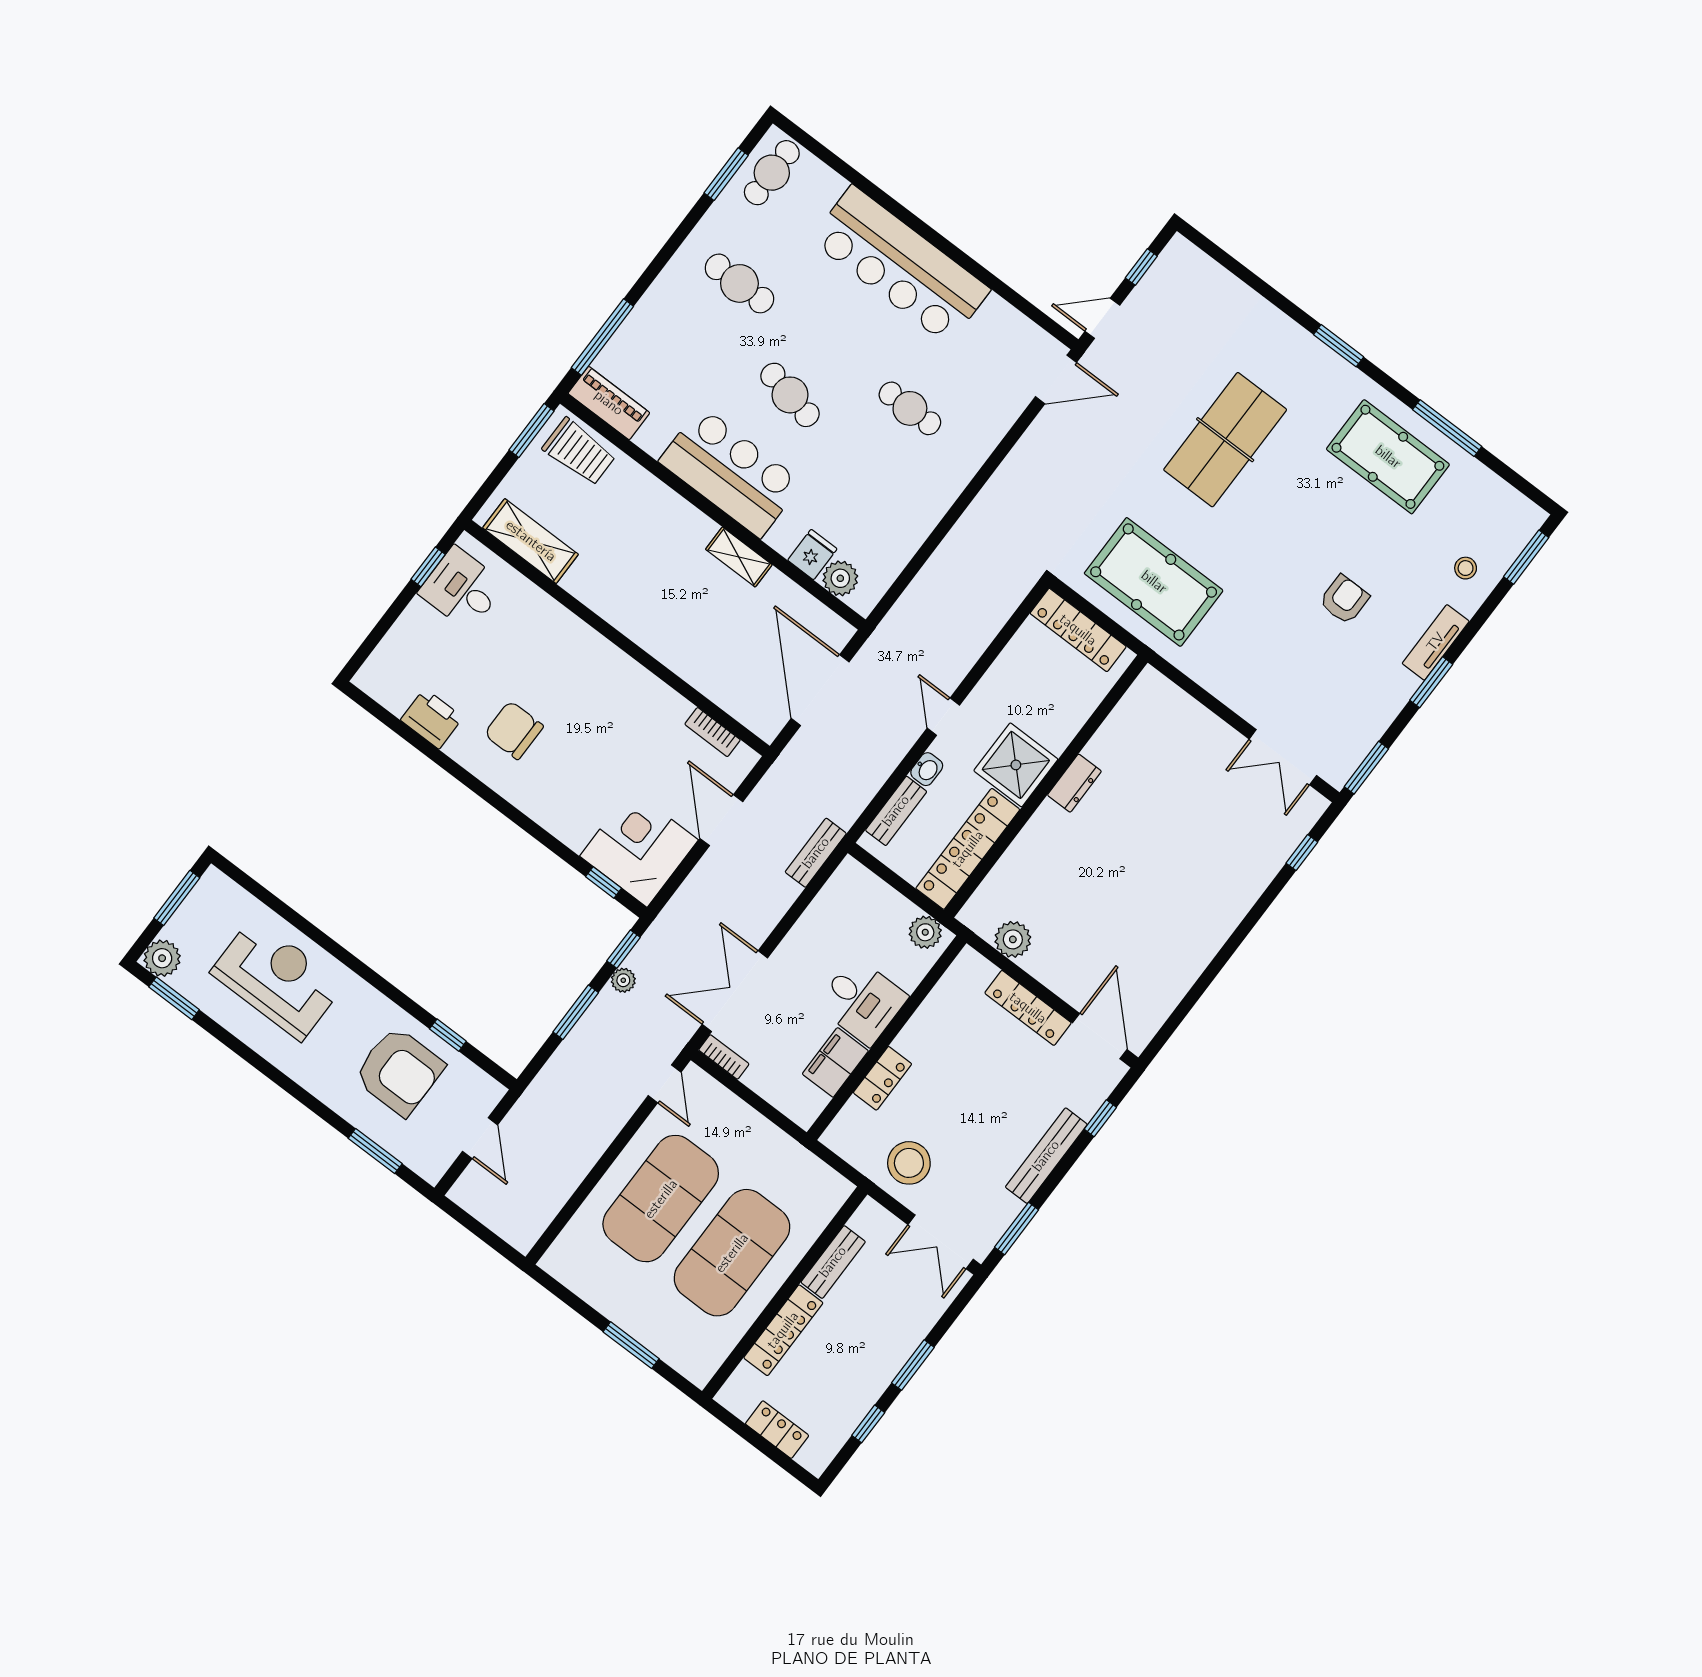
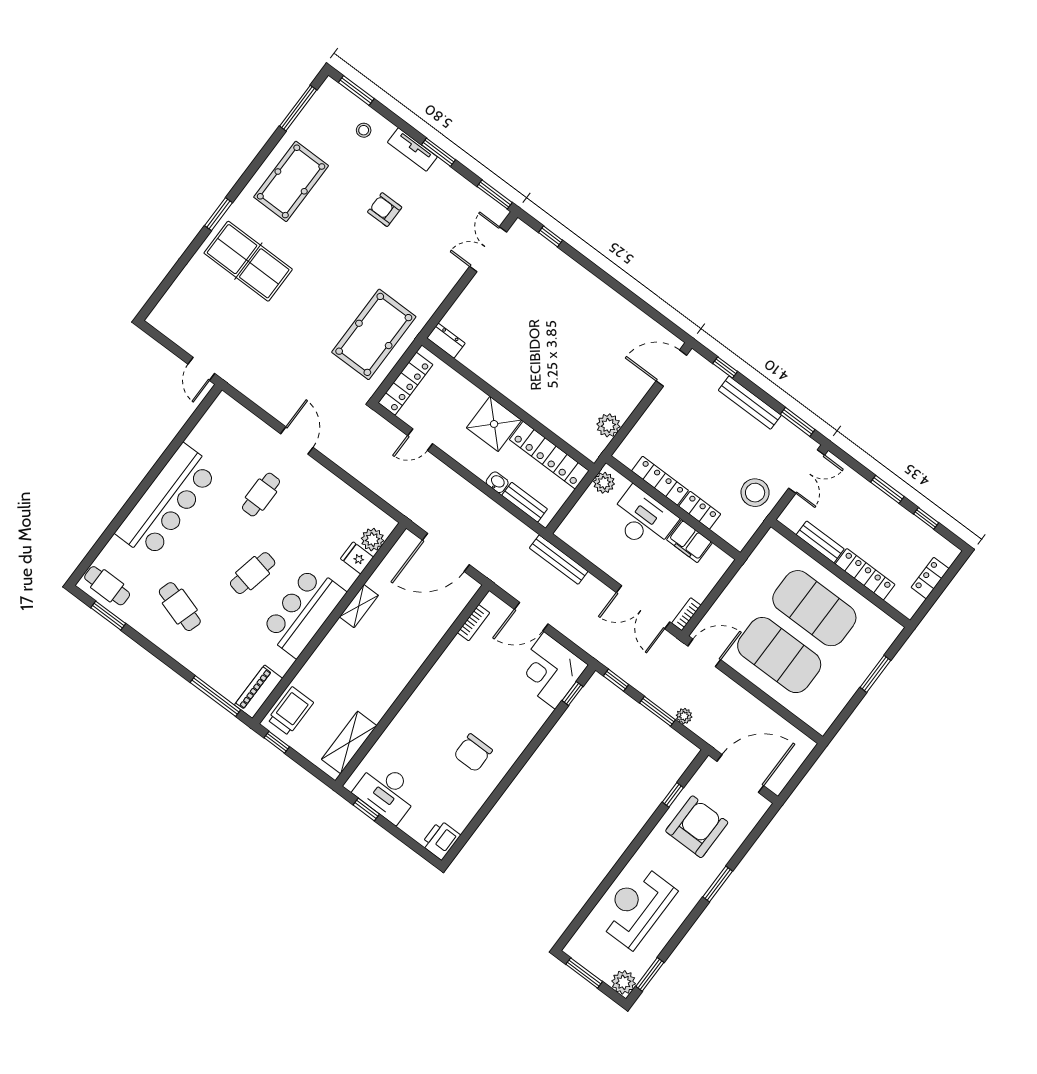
window: (1141, 267) -> (168, 344), removed
cafe table: (739, 283) -> (180, 607), turned -73
door: (1056, 379) -> (297, 441), moved
window: (1447, 428) -> (298, 108), moved
window: (532, 431) -> (277, 742), width x0.67
table tennis table: (1225, 440) -> (248, 261), moved
desk: (462, 589) -> (387, 792), width x1.37
door: (943, 717) -> (420, 440), moved
printer: (432, 719) -> (441, 840), moved
double door: (1283, 757) -> (488, 249), swing flipped
dresser: (1074, 783) -> (446, 341), moved
bench: (816, 853) -> (559, 560), width x1.36
plant: (623, 980) -> (684, 716), moved
desk: (862, 1001) -> (643, 519), width x1.37
locker: (1028, 1008) -> (660, 481), moved, turned -90
door: (665, 1084) -> (704, 653), width x1.38
door: (480, 1138) -> (740, 773), width x1.88
window: (375, 1151) -> (718, 884), moved

